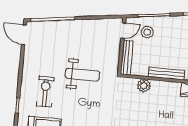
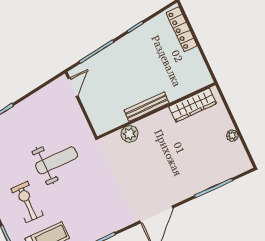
stool: (147, 32) -> (100, 74), removed
bench: (127, 58) -> (94, 114), removed

